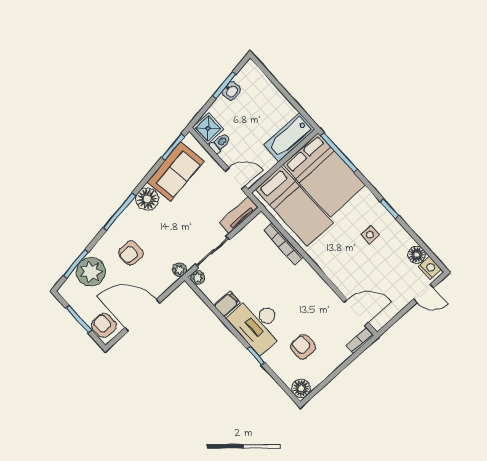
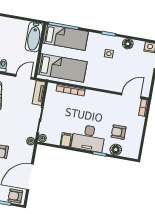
bed: (324, 175) -> (65, 37), width x0.67
floor lamp: (417, 255) -> (128, 44), moved
floor lamp: (301, 389) -> (116, 150), moved

